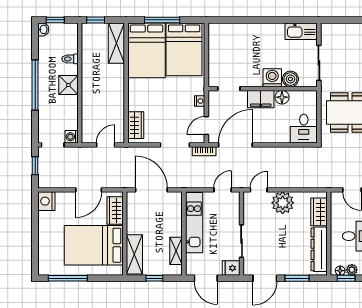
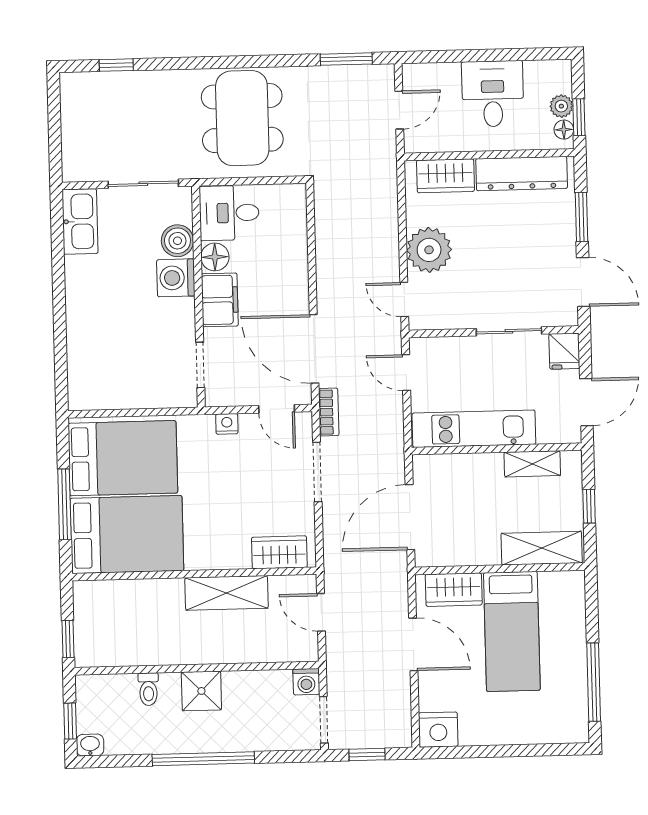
shelving: (116, 43) -> (227, 593), moved
desk: (304, 129) -> (229, 213), moved, turned 180
bed: (94, 245) -> (512, 631), width x0.67

